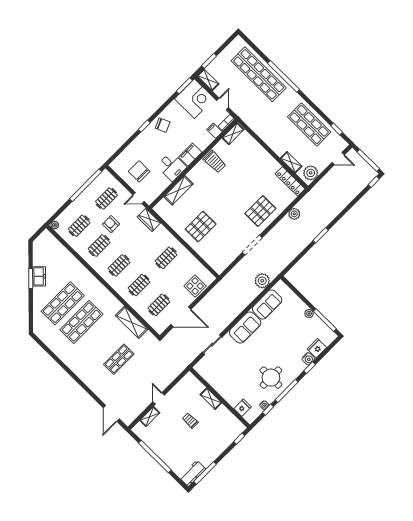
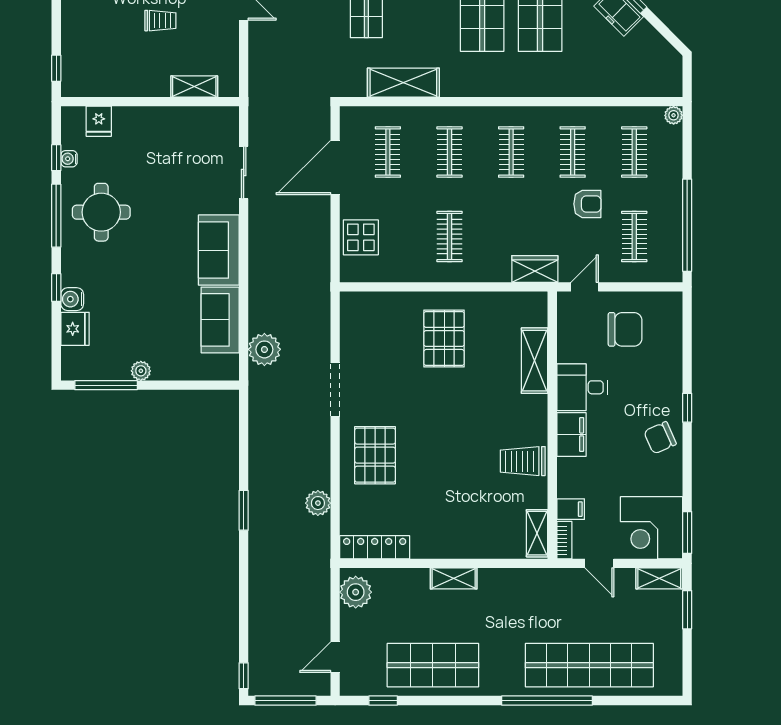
shelving: (291, 162) -> (454, 578), moved
shelving: (211, 399) -> (194, 87), moved

